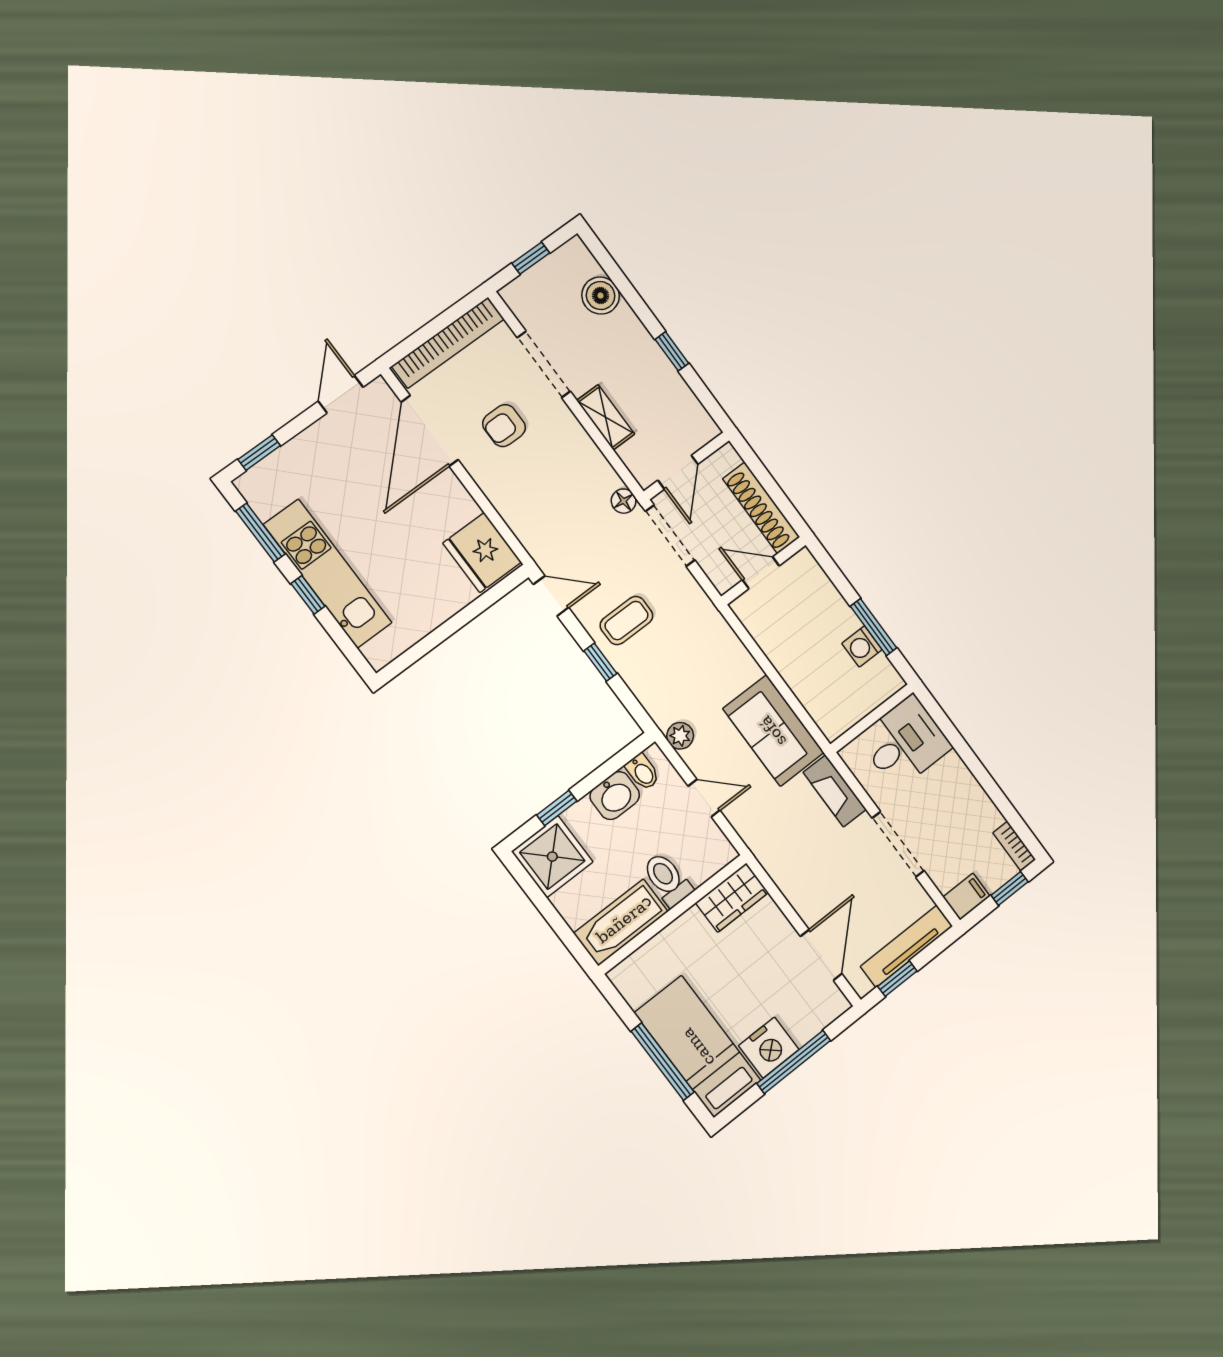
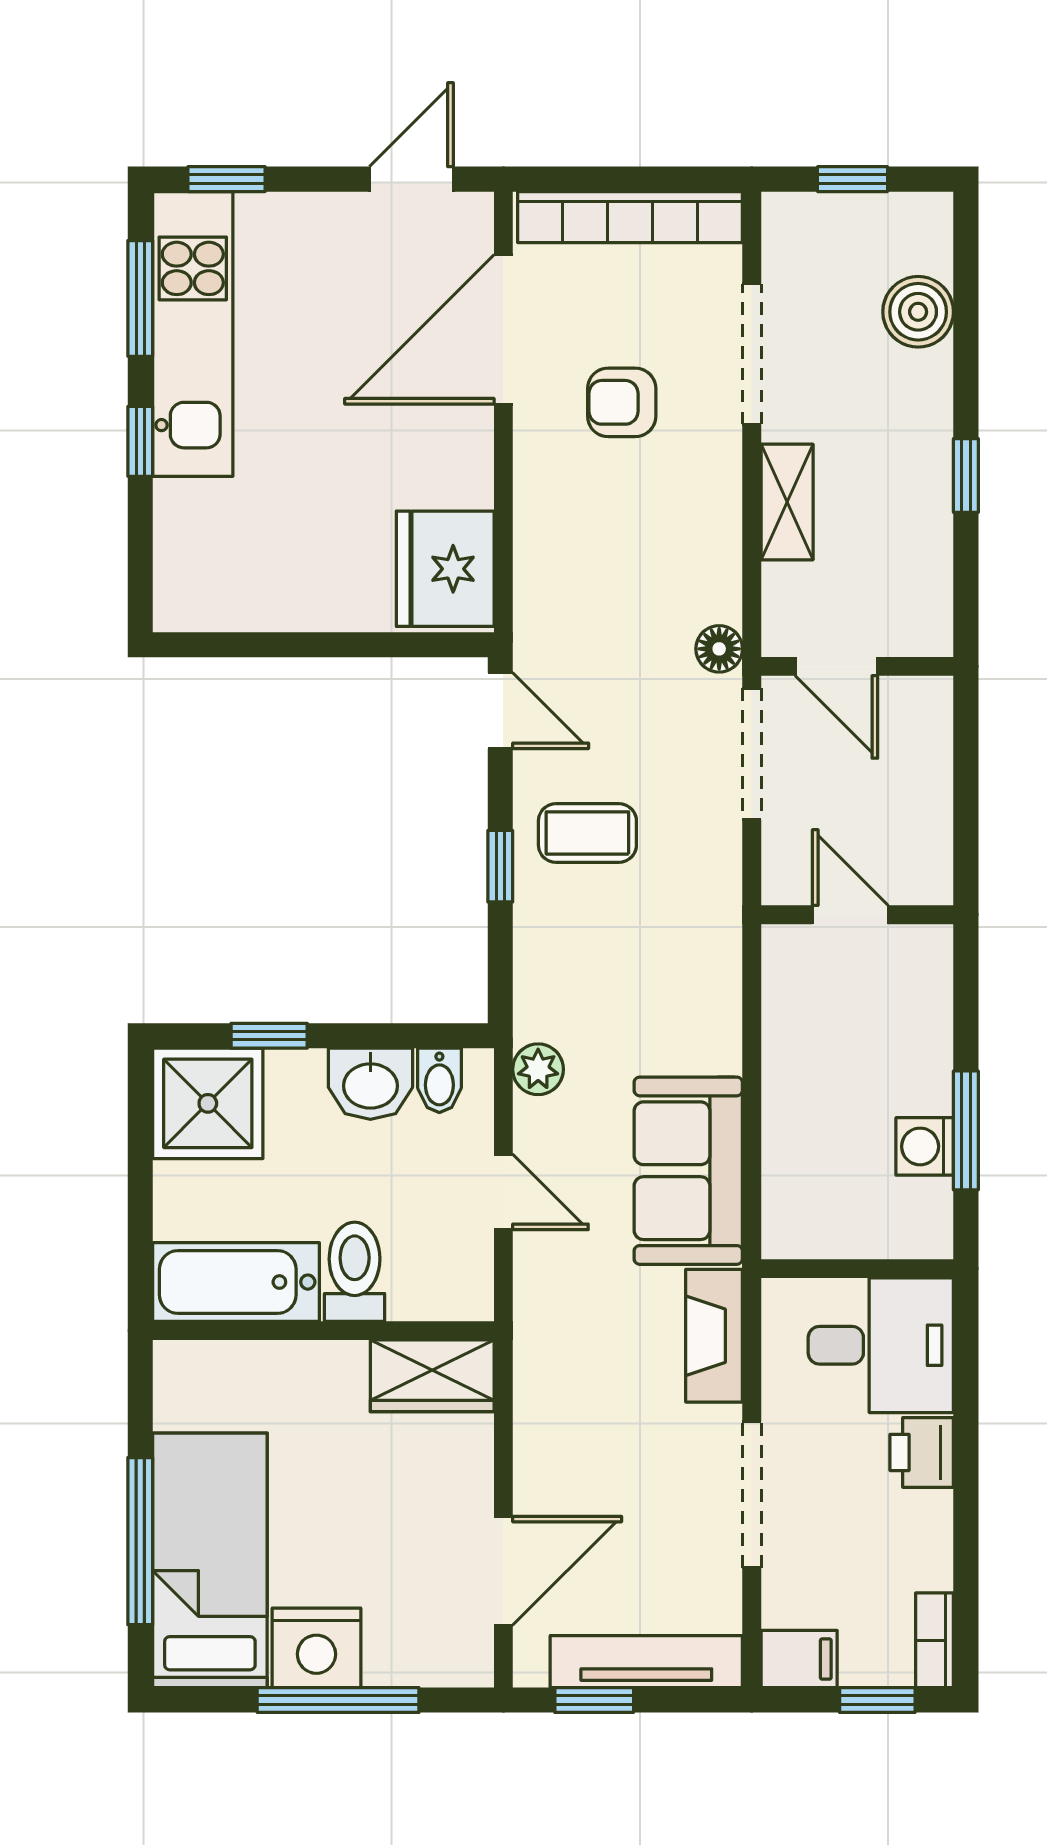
door: (678, 472) -> (836, 666), hinge flipped
shoe rack: (761, 508) -> (926, 816), removed
kitchen unit: (328, 574) -> (193, 334), moved
printer: (953, 774) -> (922, 1452), added

